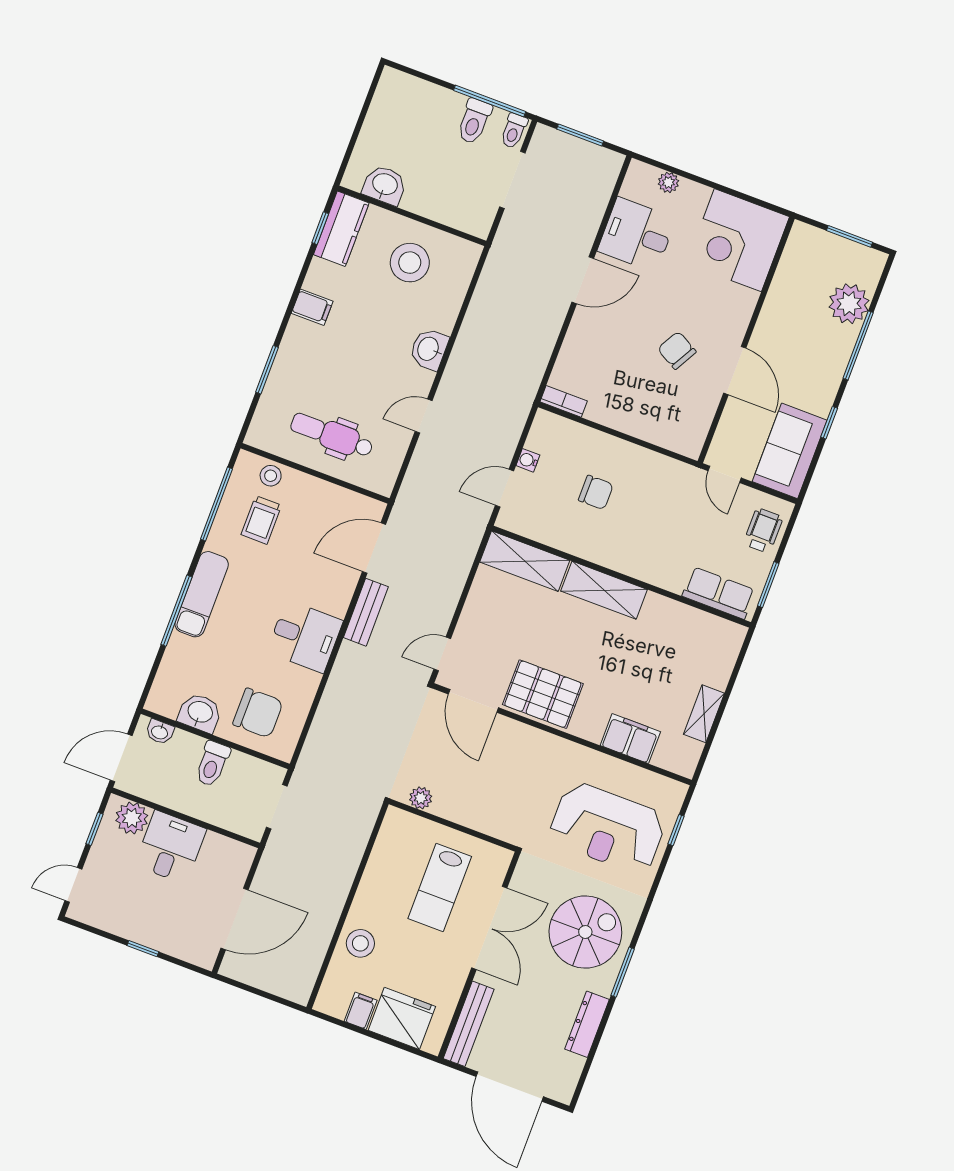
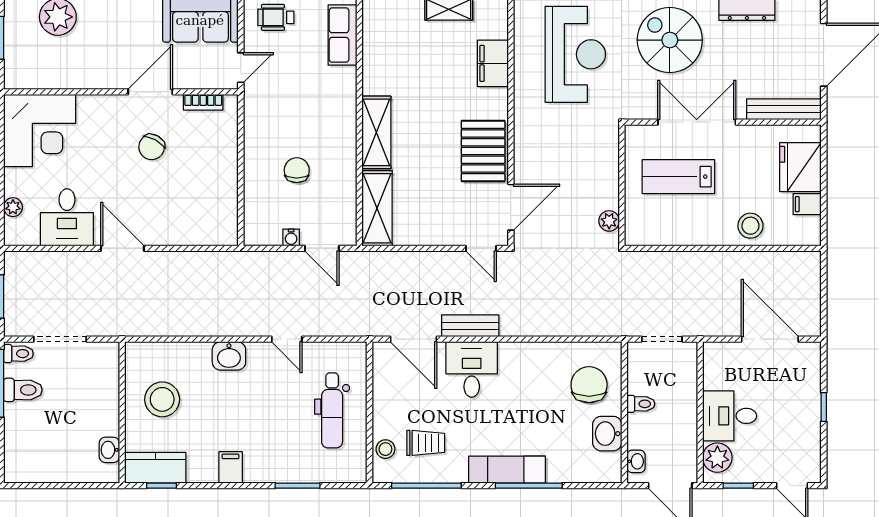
washbasin: (385, 185) -> (109, 450), width x0.72, depth x0.69
bookcase: (564, 401) -> (203, 102), moved, turned -90
desk: (305, 636) -> (472, 369), moved
toilet: (212, 764) -> (641, 404), width x0.73, depth x0.72
lab bench: (440, 888) -> (678, 177), turned 180

